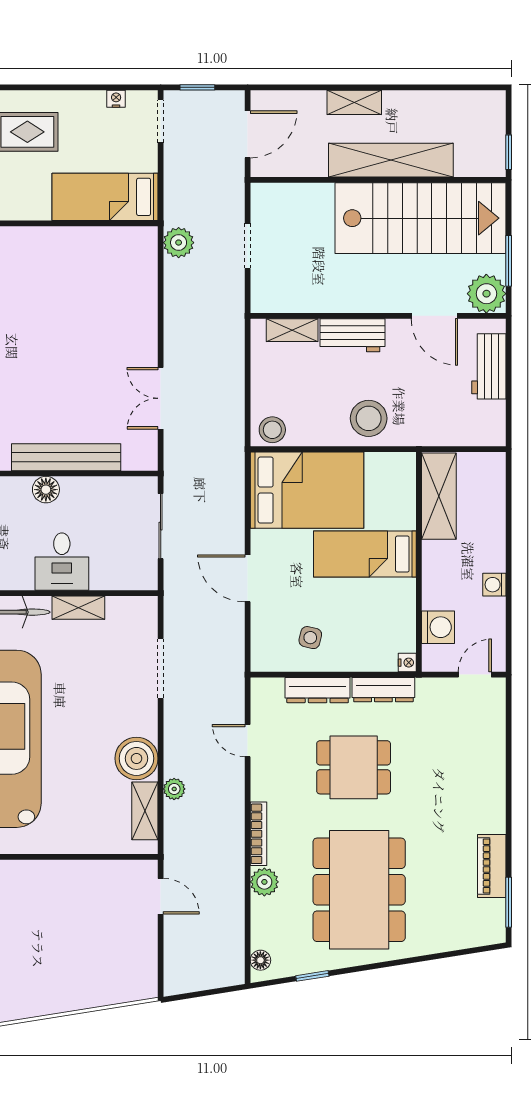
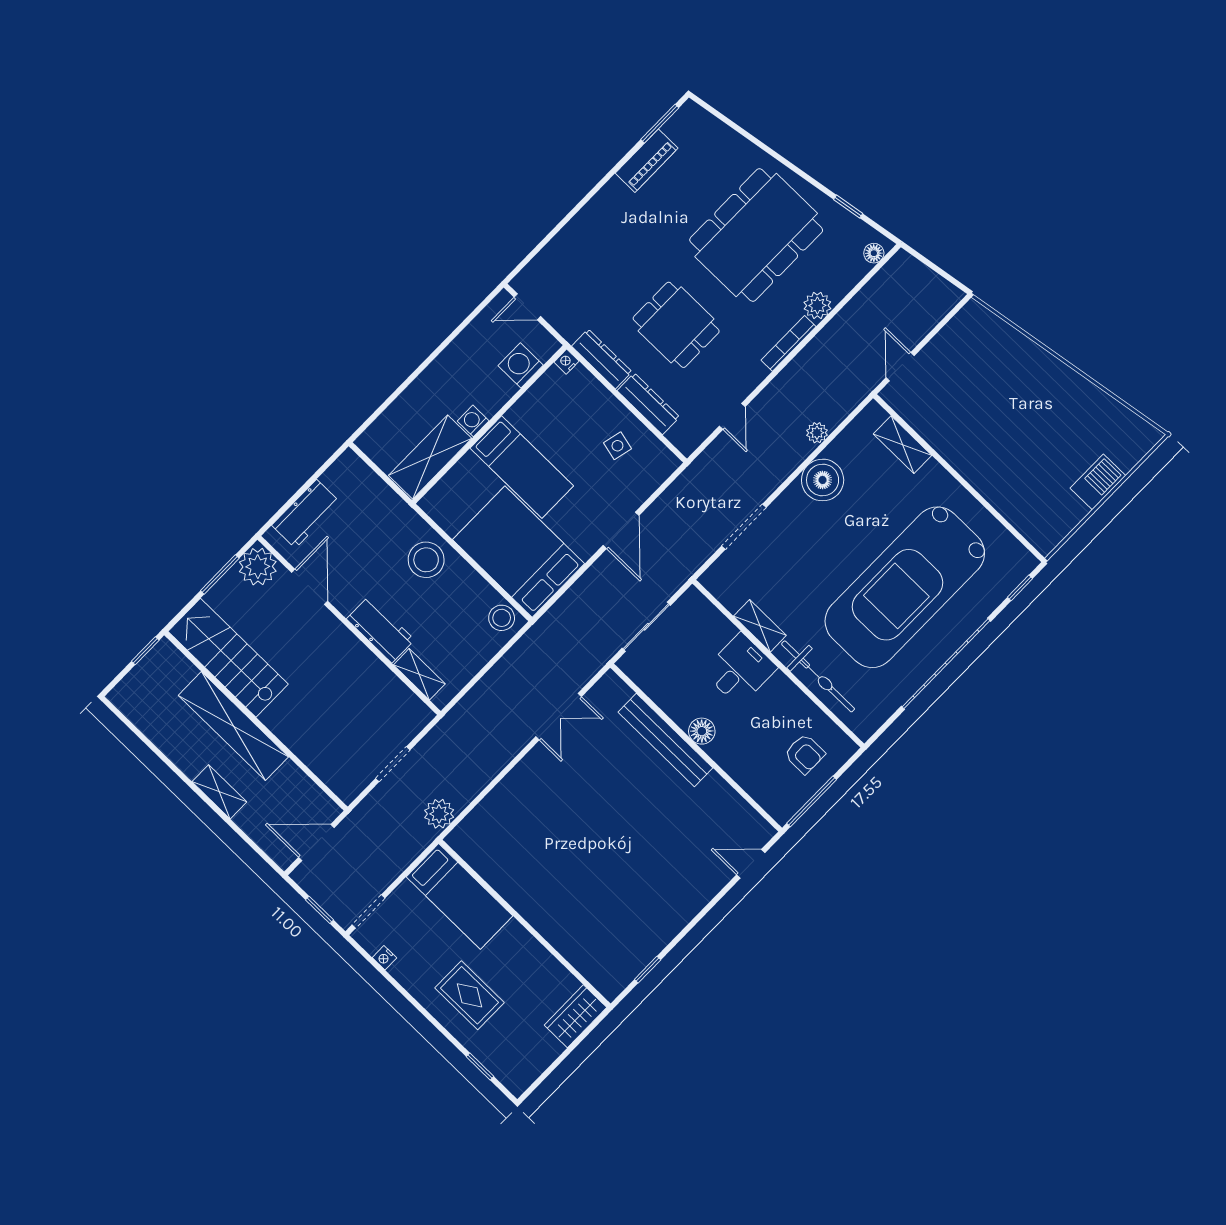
stairs: (421, 218) -> (228, 658), width x0.73, depth x0.66
washing machine: (494, 585) -> (473, 421), moved, turned 180
shelving: (145, 811) -> (903, 445), moved, turned 90

